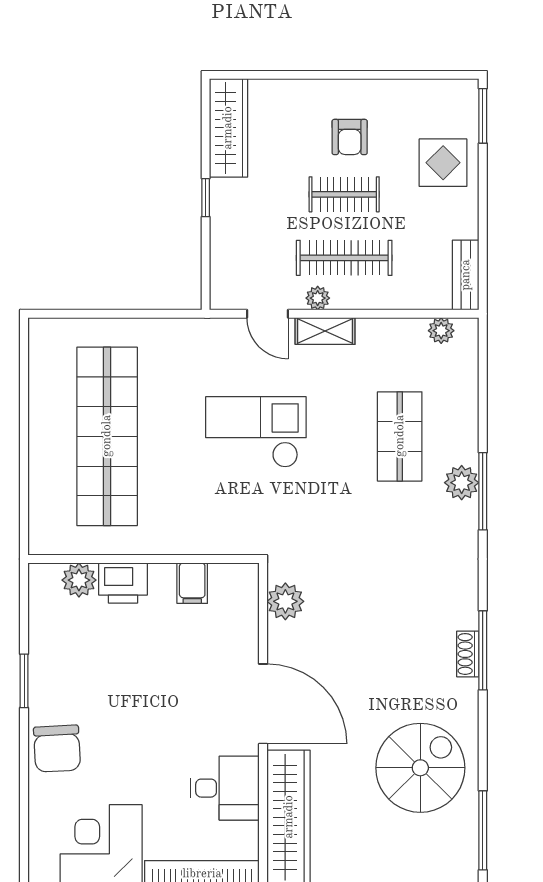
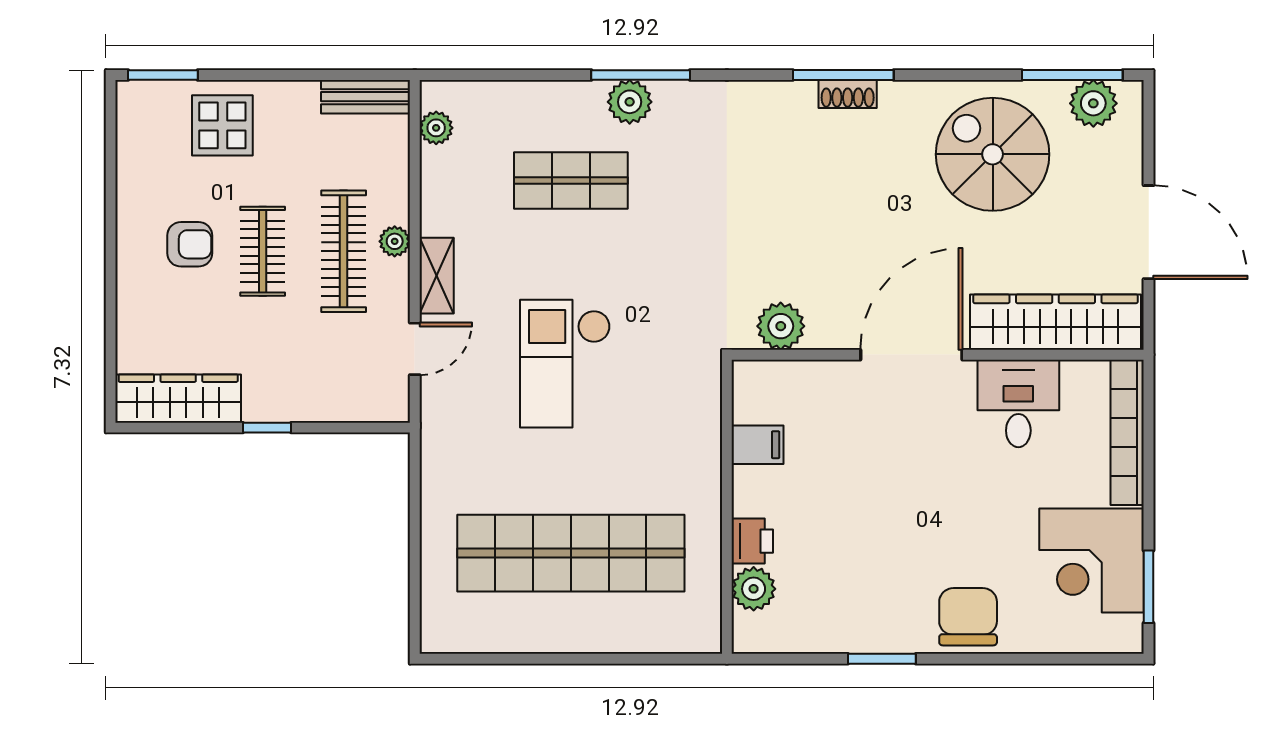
plant: (318, 298) -> (395, 241), moved
printer: (123, 583) -> (752, 541), width x0.73, depth x0.81
chair: (57, 749) -> (968, 617), turned -87
plant: (460, 847) -> (1093, 103), added

